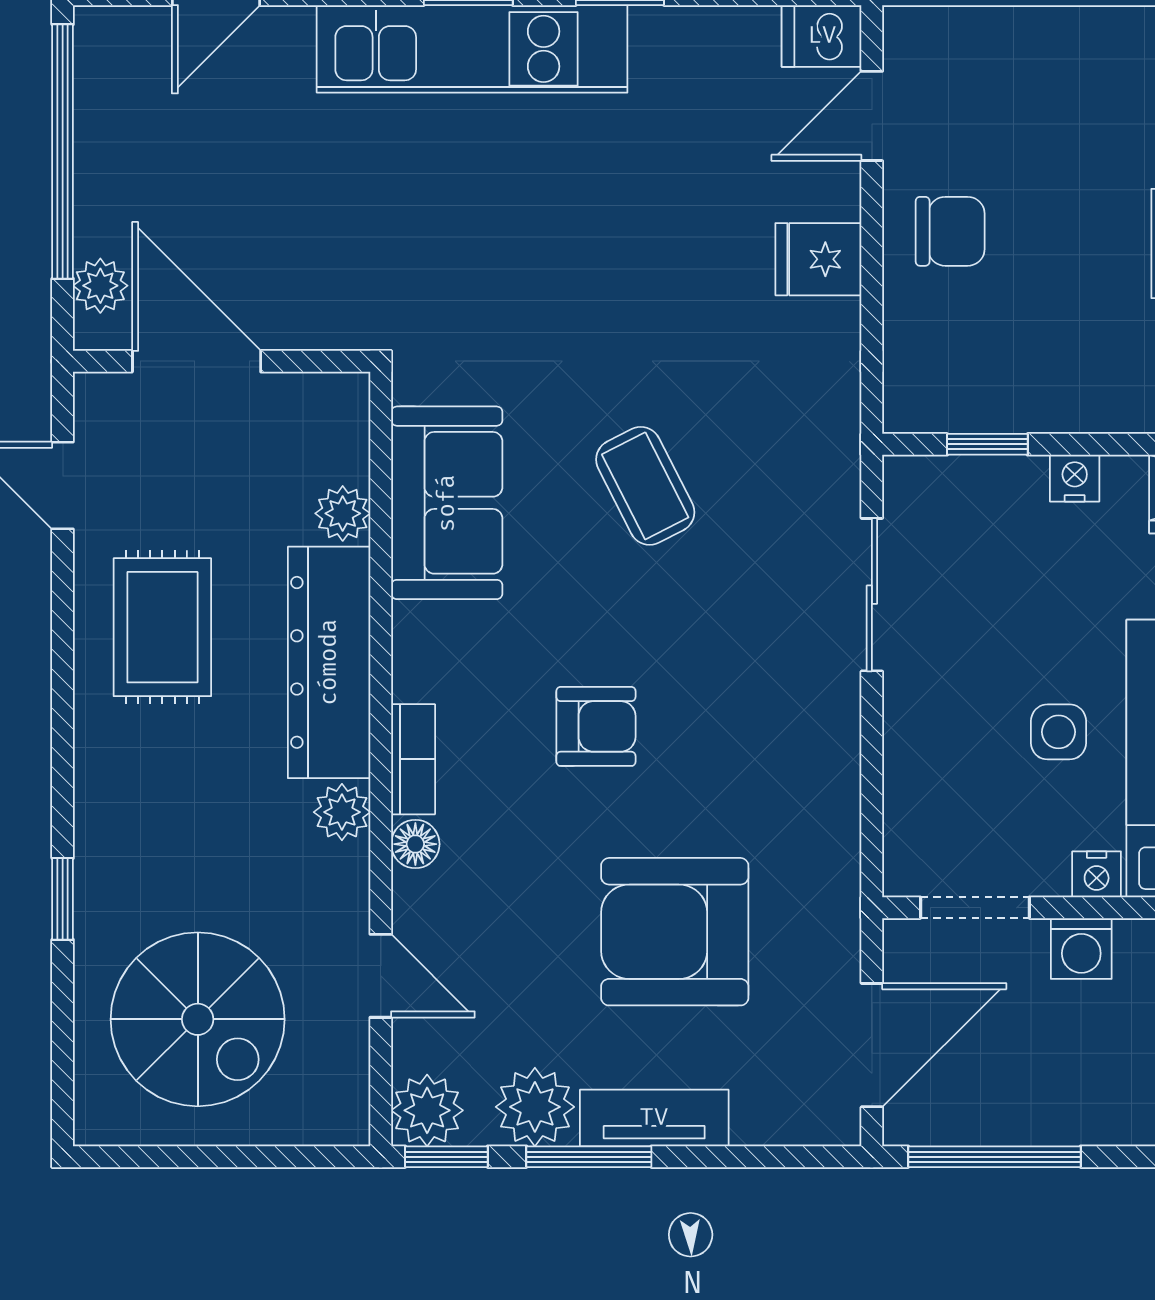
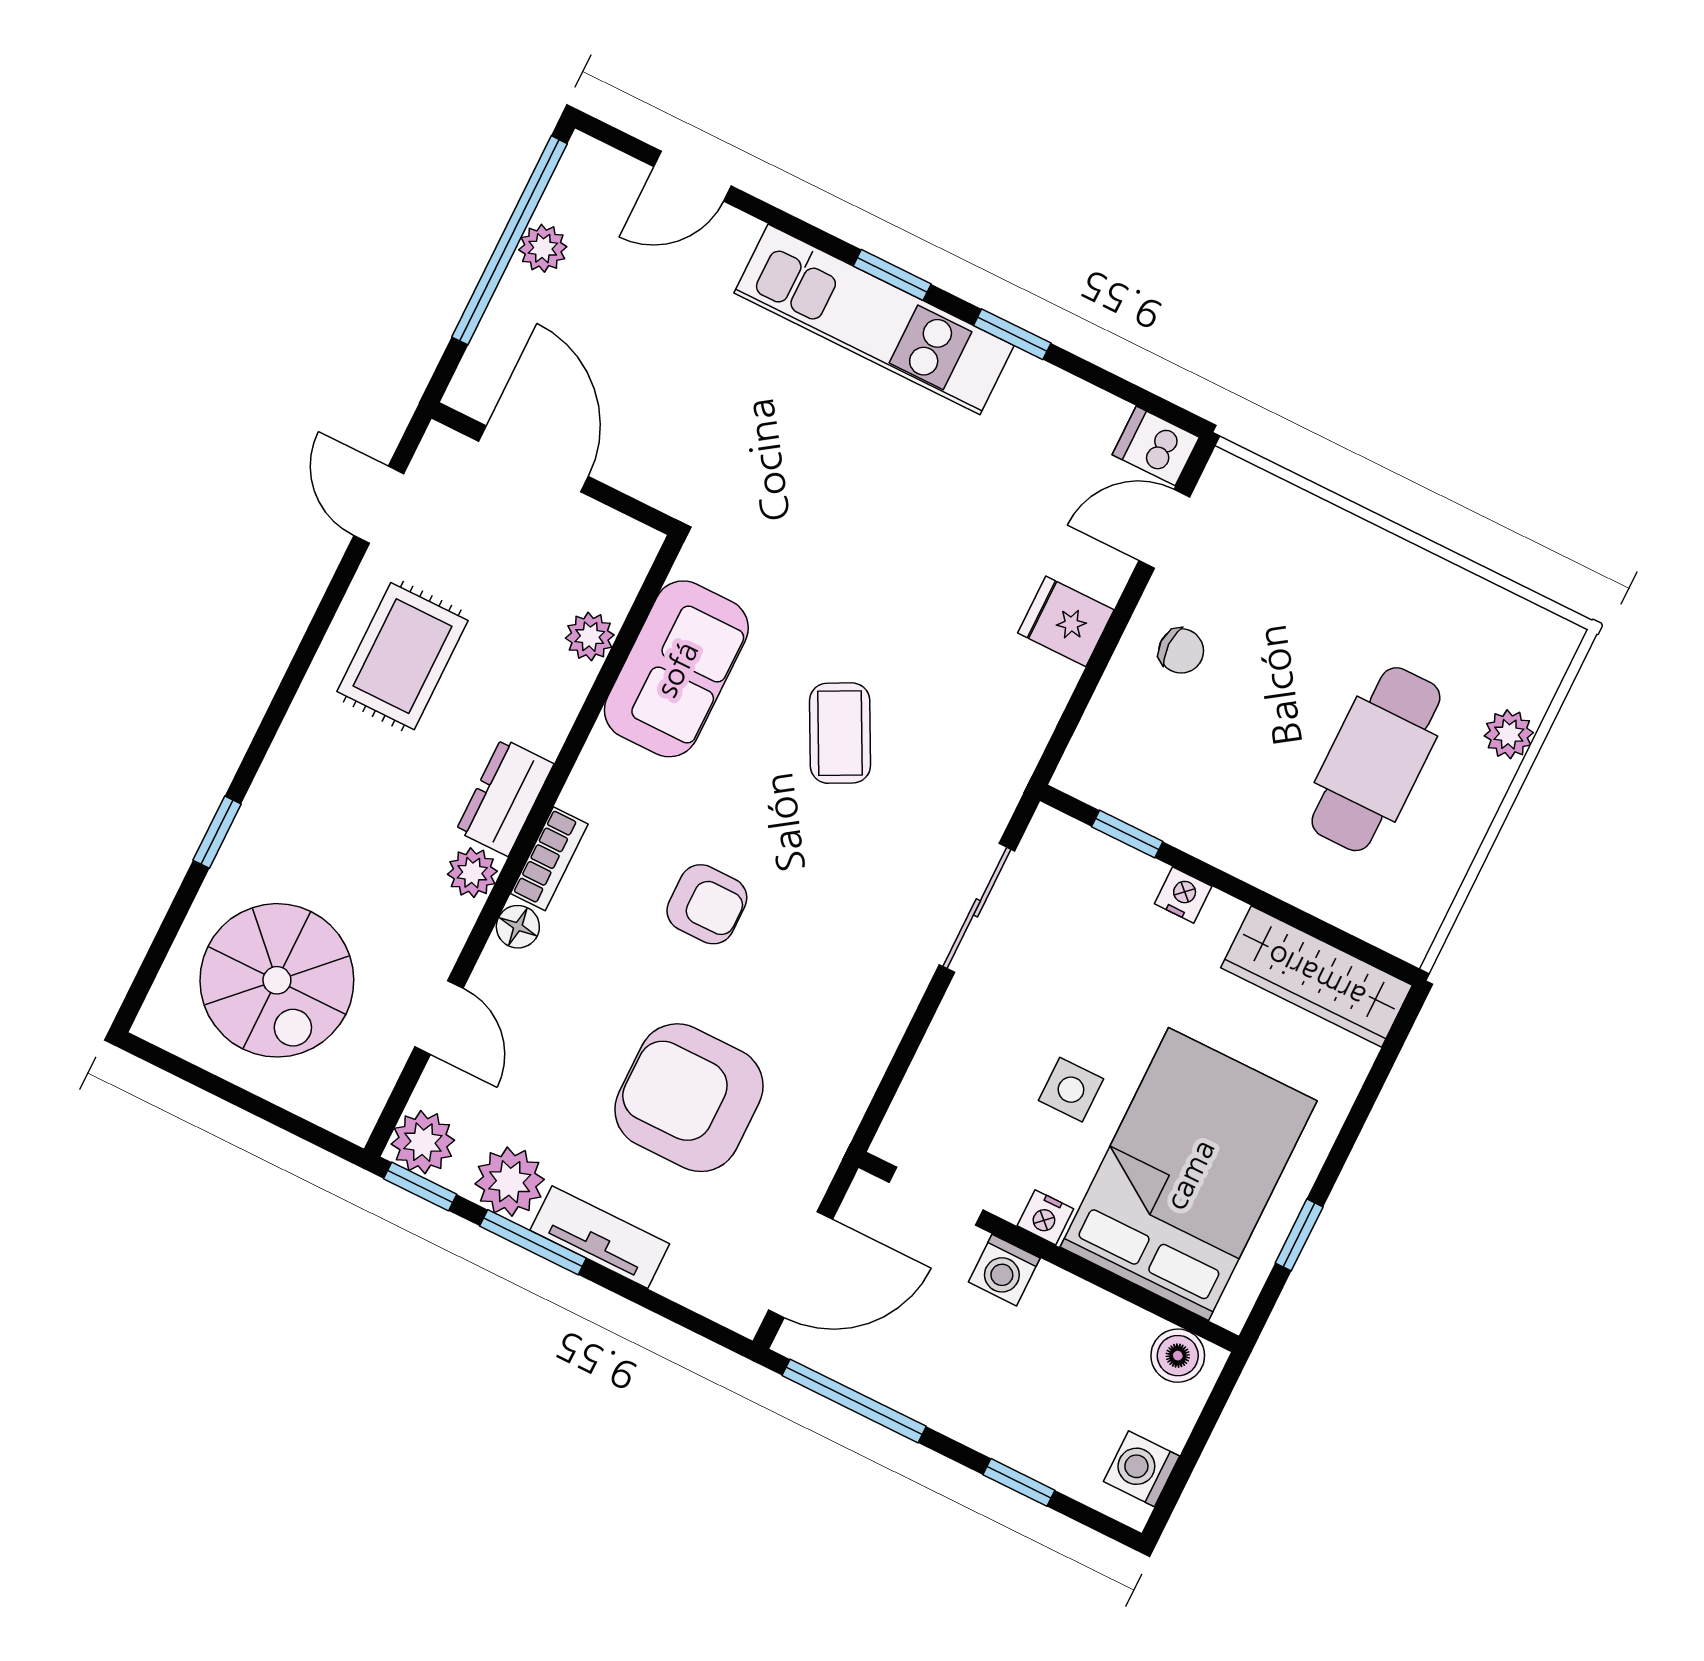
chair: (950, 231) -> (1181, 651), width x0.73, depth x0.73
plant: (100, 286) -> (543, 248), moved
dresser: (329, 662) -> (505, 797), width x0.51, depth x0.80

